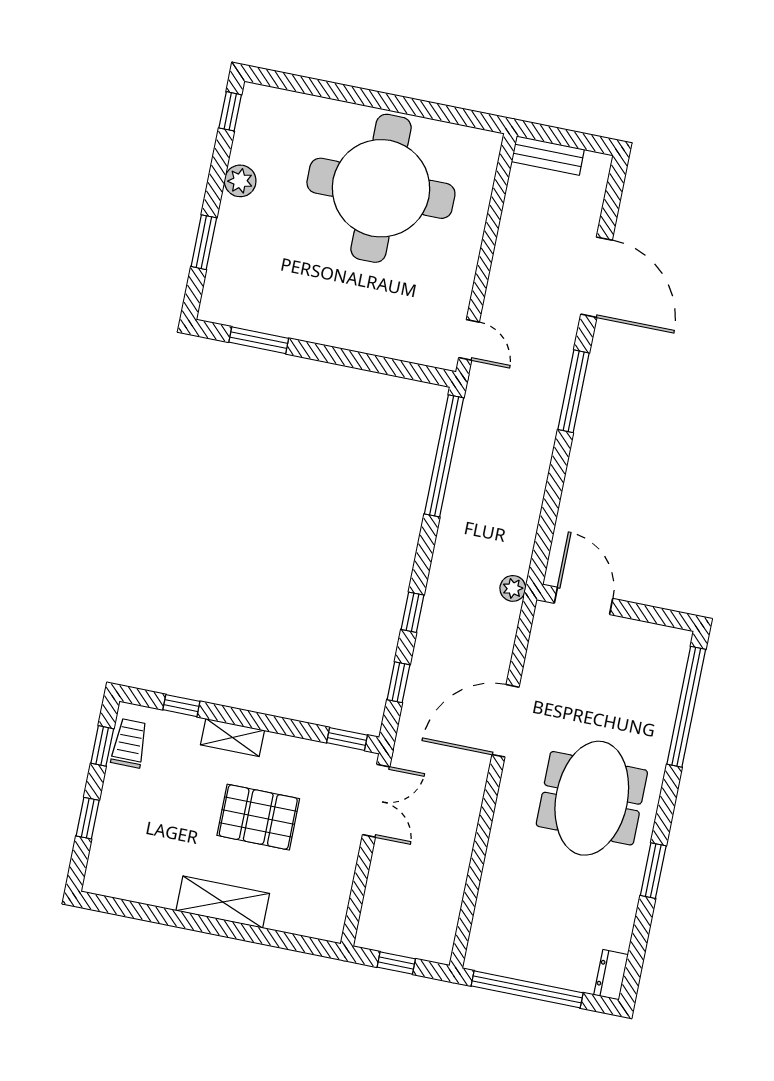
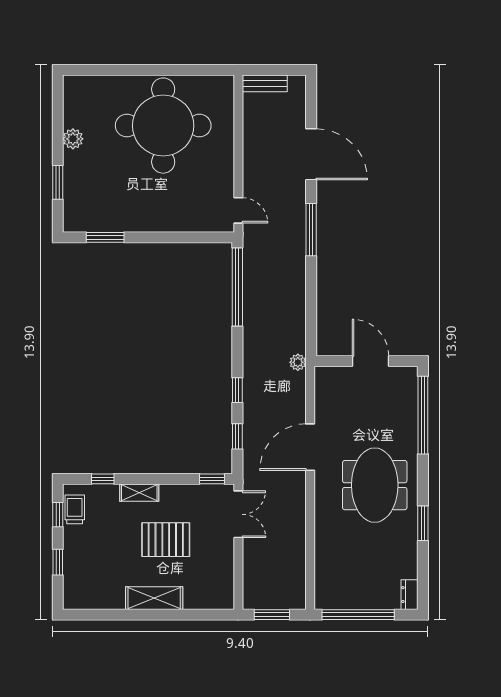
window: (230, 111) -> (58, 96), removed
door: (584, 601) -> (370, 361), moved
window: (396, 963) -> (272, 615), width x1.50

